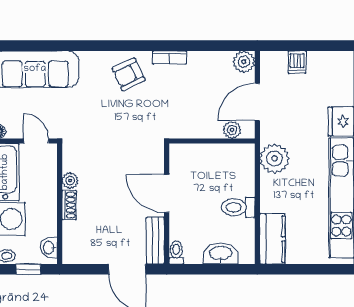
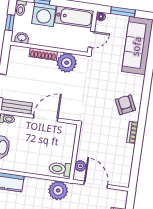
plant: (244, 62) -> (123, 180), removed
plant: (70, 181) -> (67, 63), width x1.88, depth x1.88
shoe rack: (69, 205) -> (43, 54), width x1.43
toilet: (238, 207) -> (60, 169), moved, turned -90

